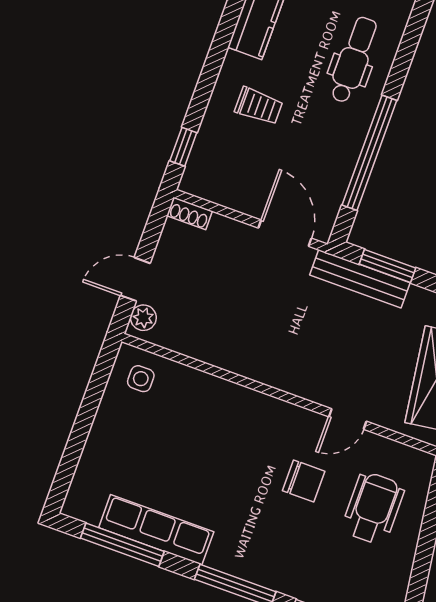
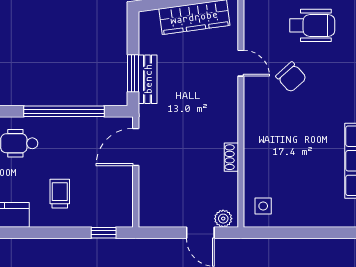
shoe rack: (190, 213) -> (231, 157), moved, turned 180
bench: (360, 279) -> (148, 79), width x0.73
chair: (304, 481) -> (291, 77), turned 138
wheelchair: (373, 508) -> (312, 25), moved, turned 180

